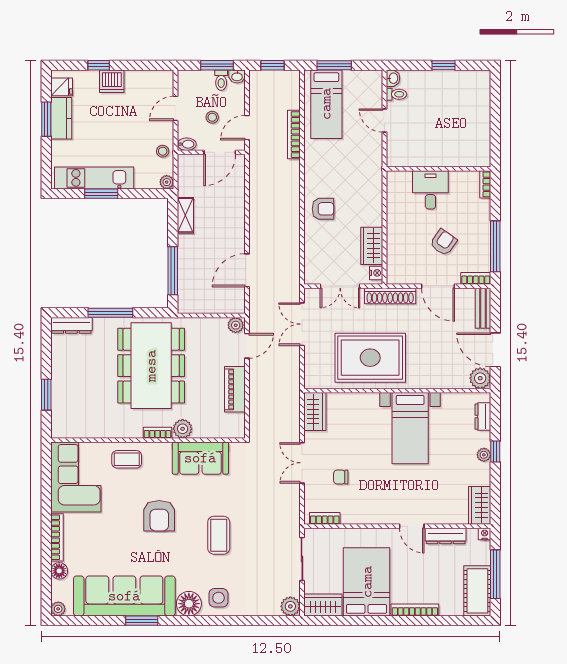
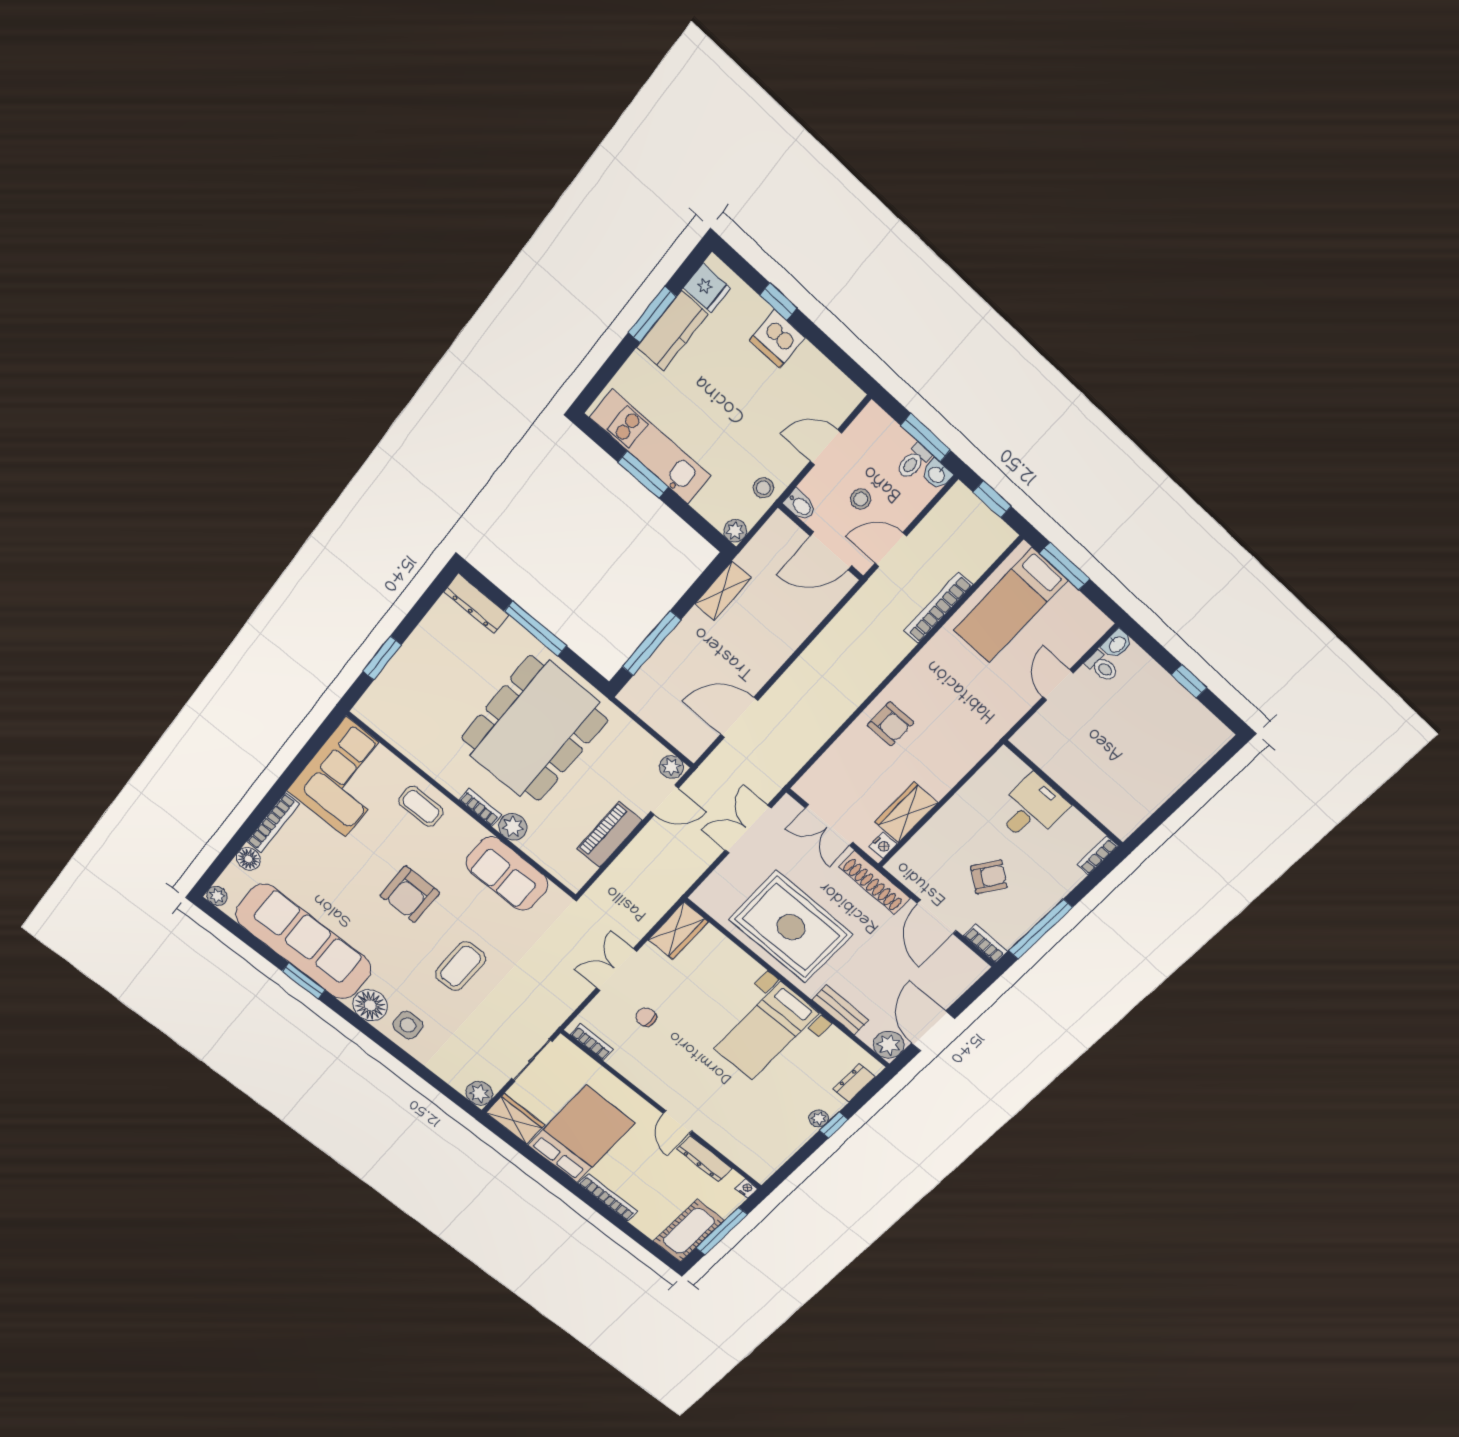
bench: (483, 308) -> (840, 1010), moved, turned 90
wardrobe: (480, 505) -> (767, 1160), removed

